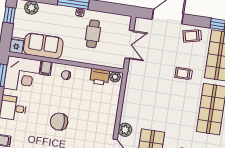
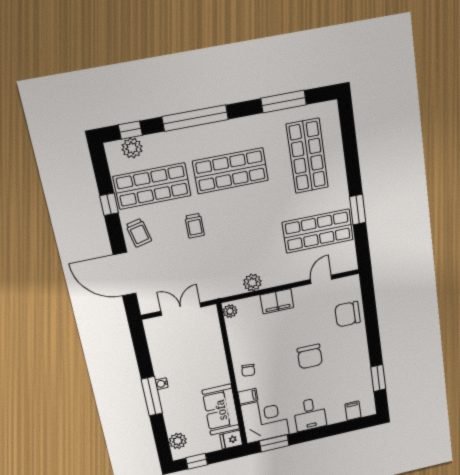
cafe table: (93, 34) -> (184, 358), removed
printer: (100, 77) -> (237, 330), removed
filing cabinet: (110, 111) -> (277, 301), added
plant: (125, 130) -> (252, 283), moved

